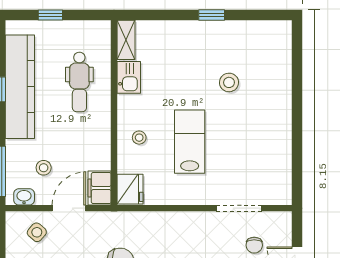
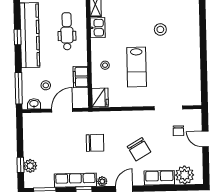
dental chair: (79, 82) -> (67, 31), turned 180
lab bench: (190, 142) -> (137, 67), turned 180
filing cabinet: (100, 188) -> (81, 77), moved
side table: (37, 232) -> (42, 126), removed

